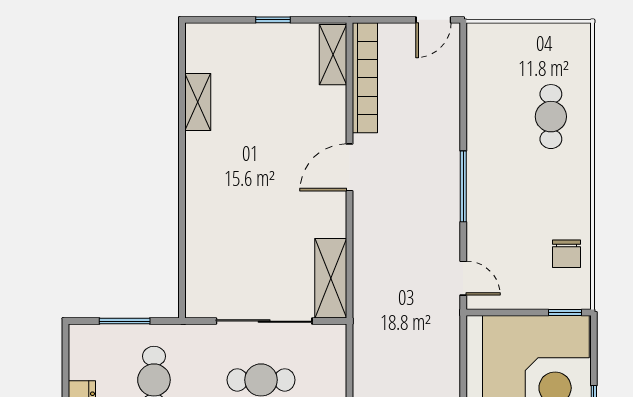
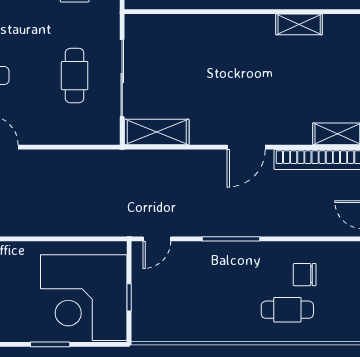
door: (350, 167) -> (246, 147), swing flipped
chair: (567, 254) -> (305, 275), moved
window: (565, 313) -> (129, 297), moved

